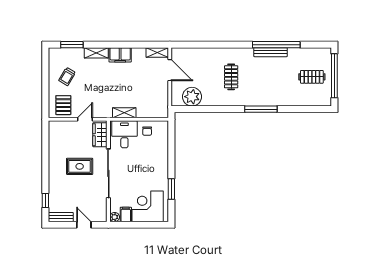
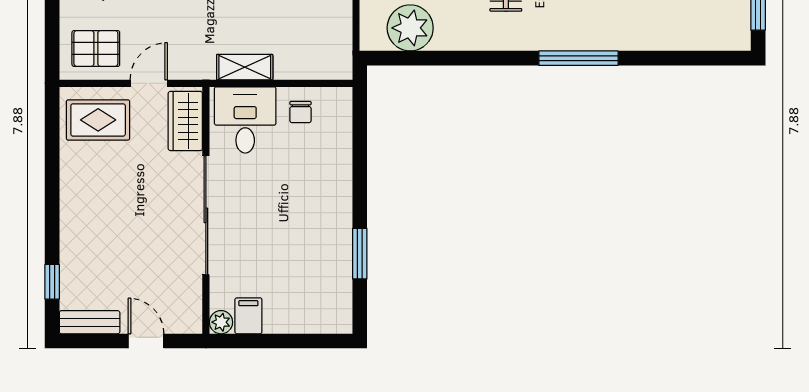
pallet: (63, 105) -> (96, 48), turned 90
rug: (80, 166) -> (98, 120), moved
corner desk: (148, 206) -> (302, 296), removed

